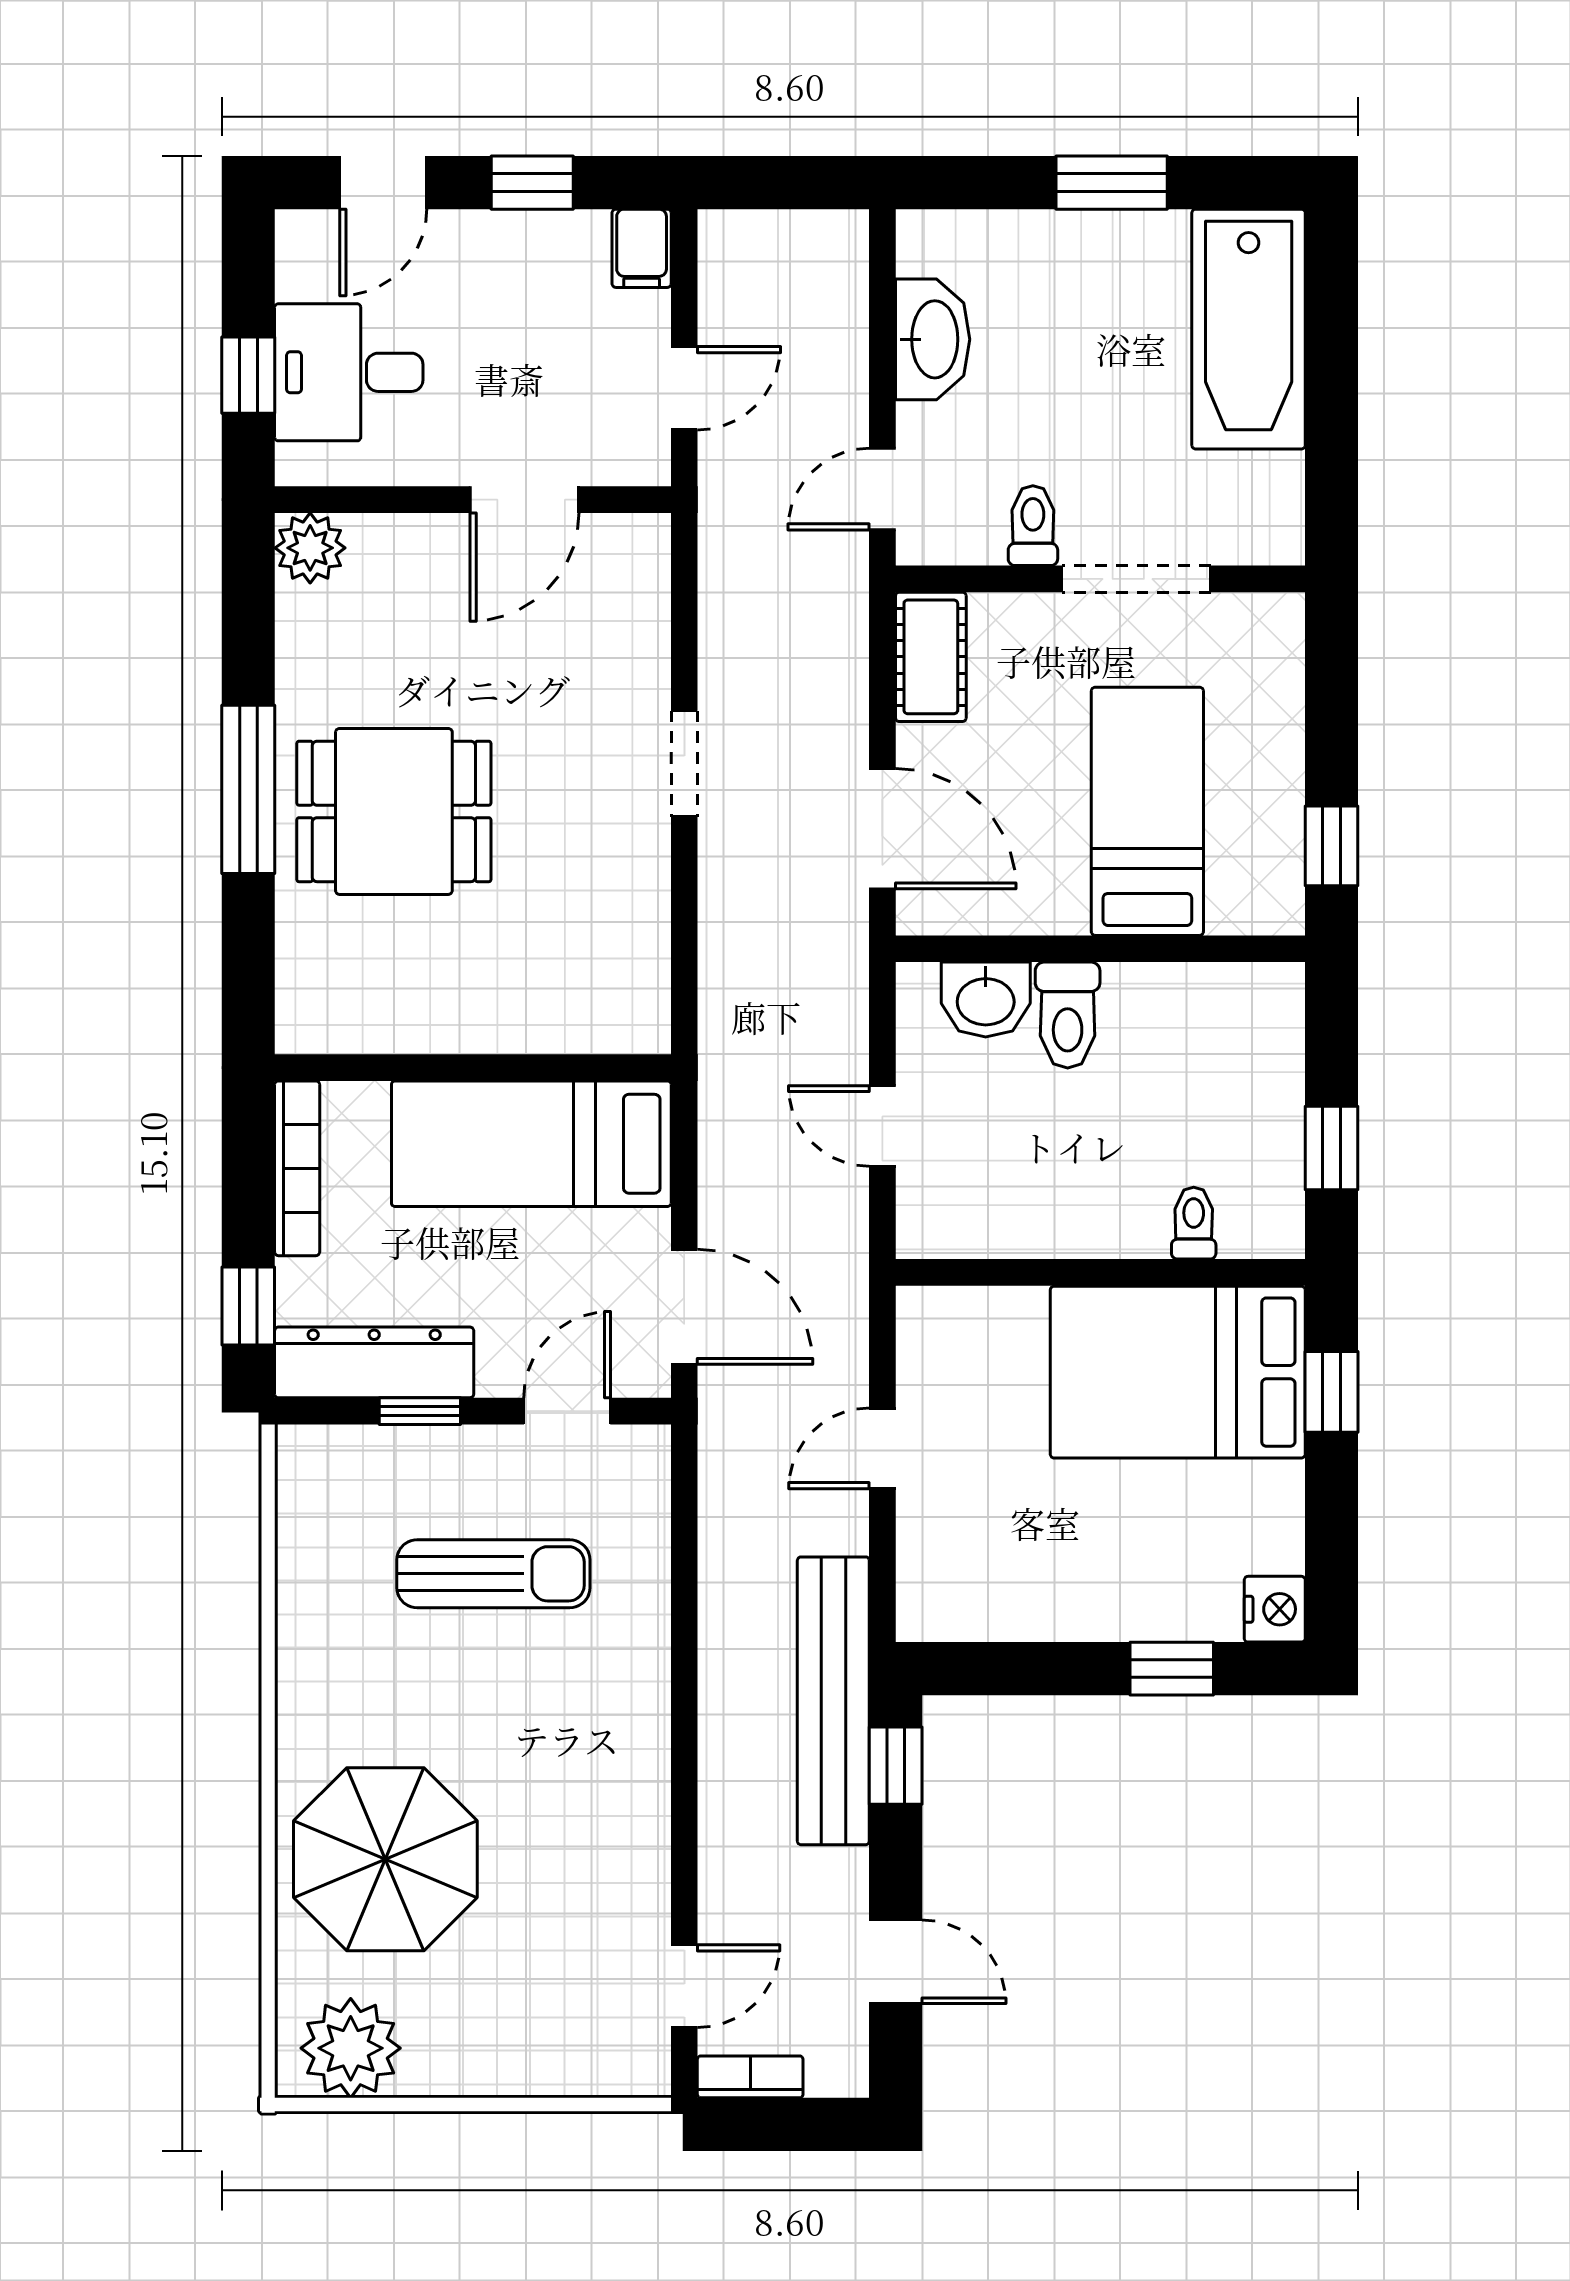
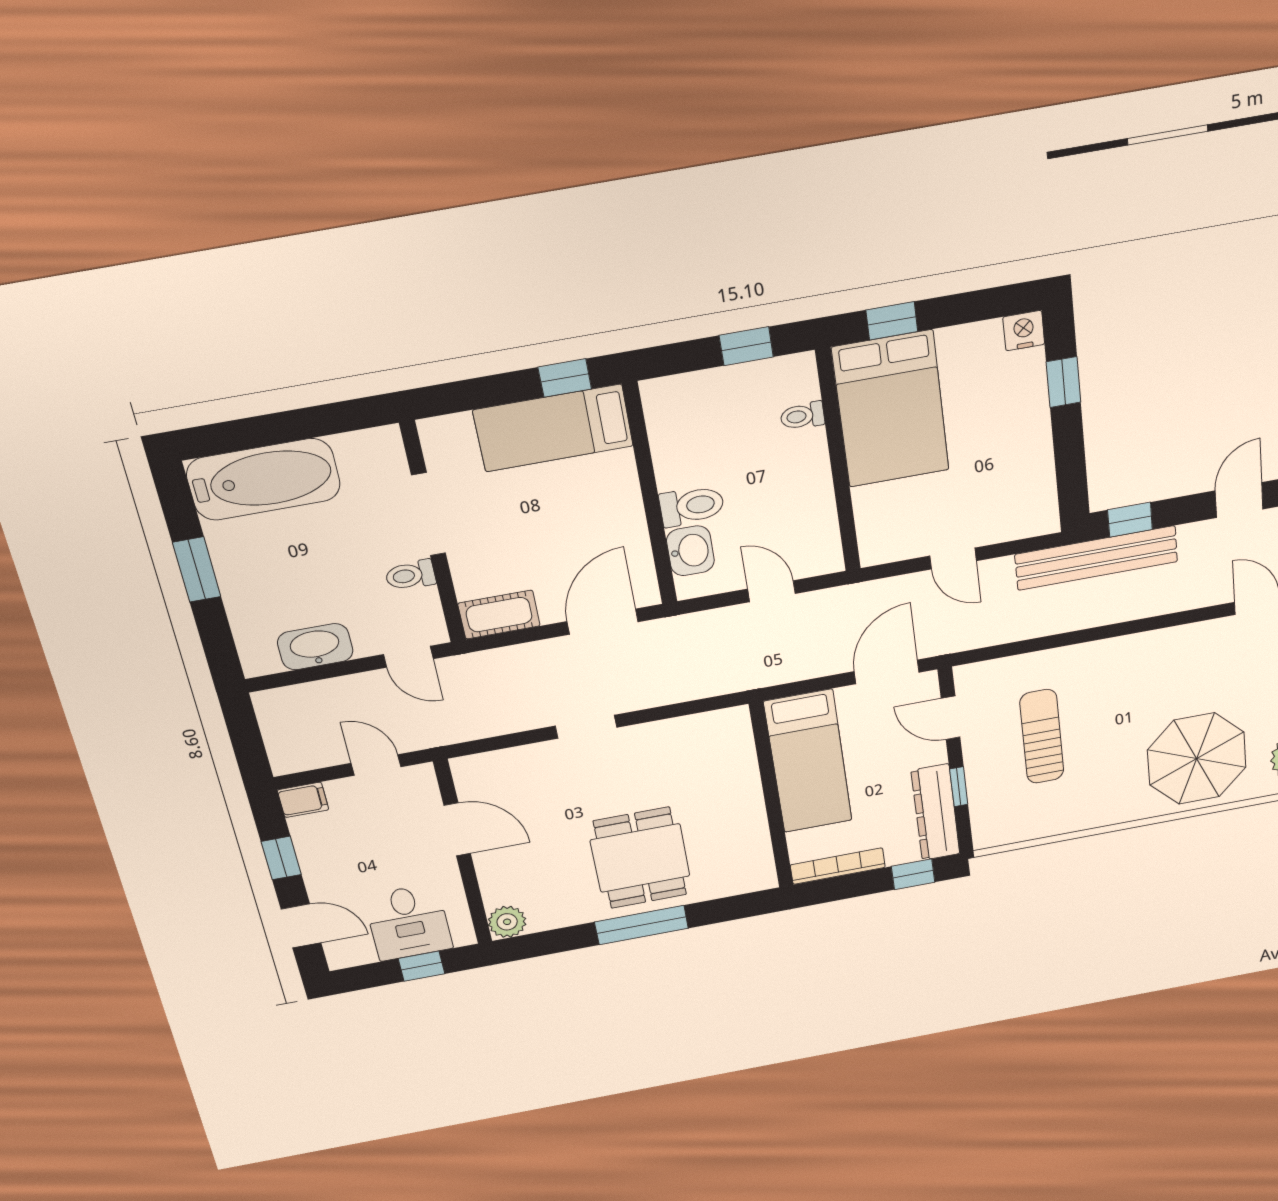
bed: (1147, 811) -> (553, 428), moved
door: (882, 1126) -> (771, 591), swing flipped

